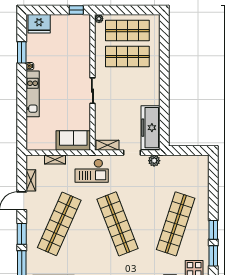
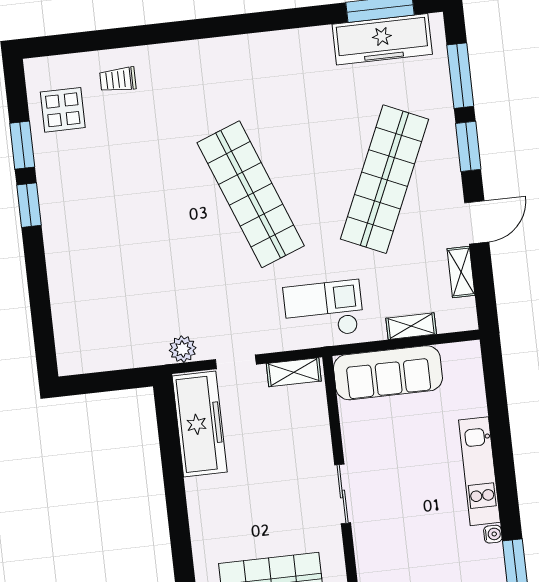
sofa: (73, 141) -> (388, 373), width x1.36
shop shelf: (176, 224) -> (117, 209), removed

